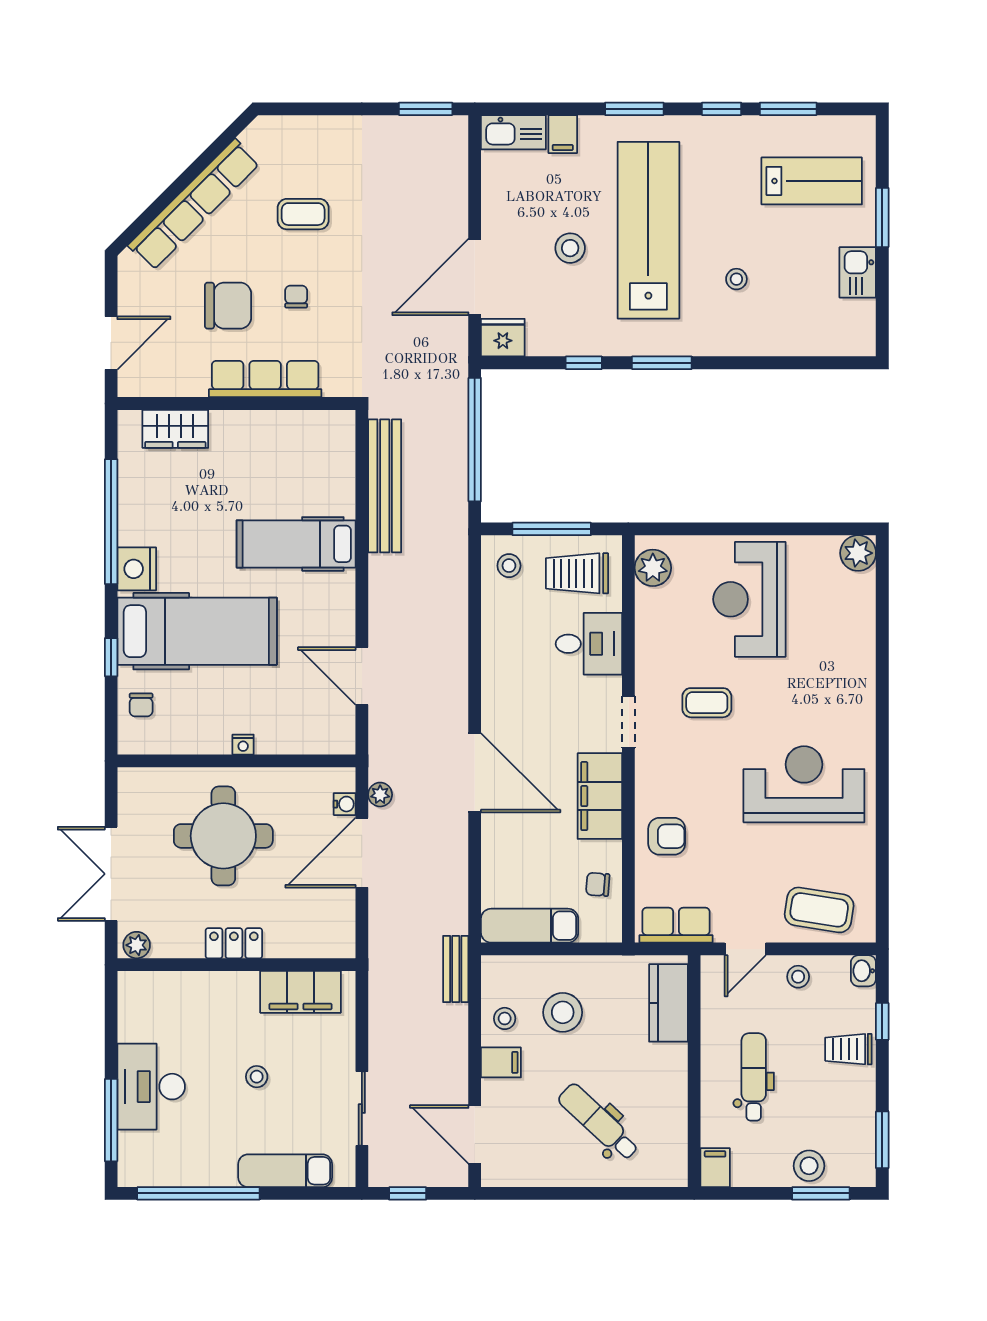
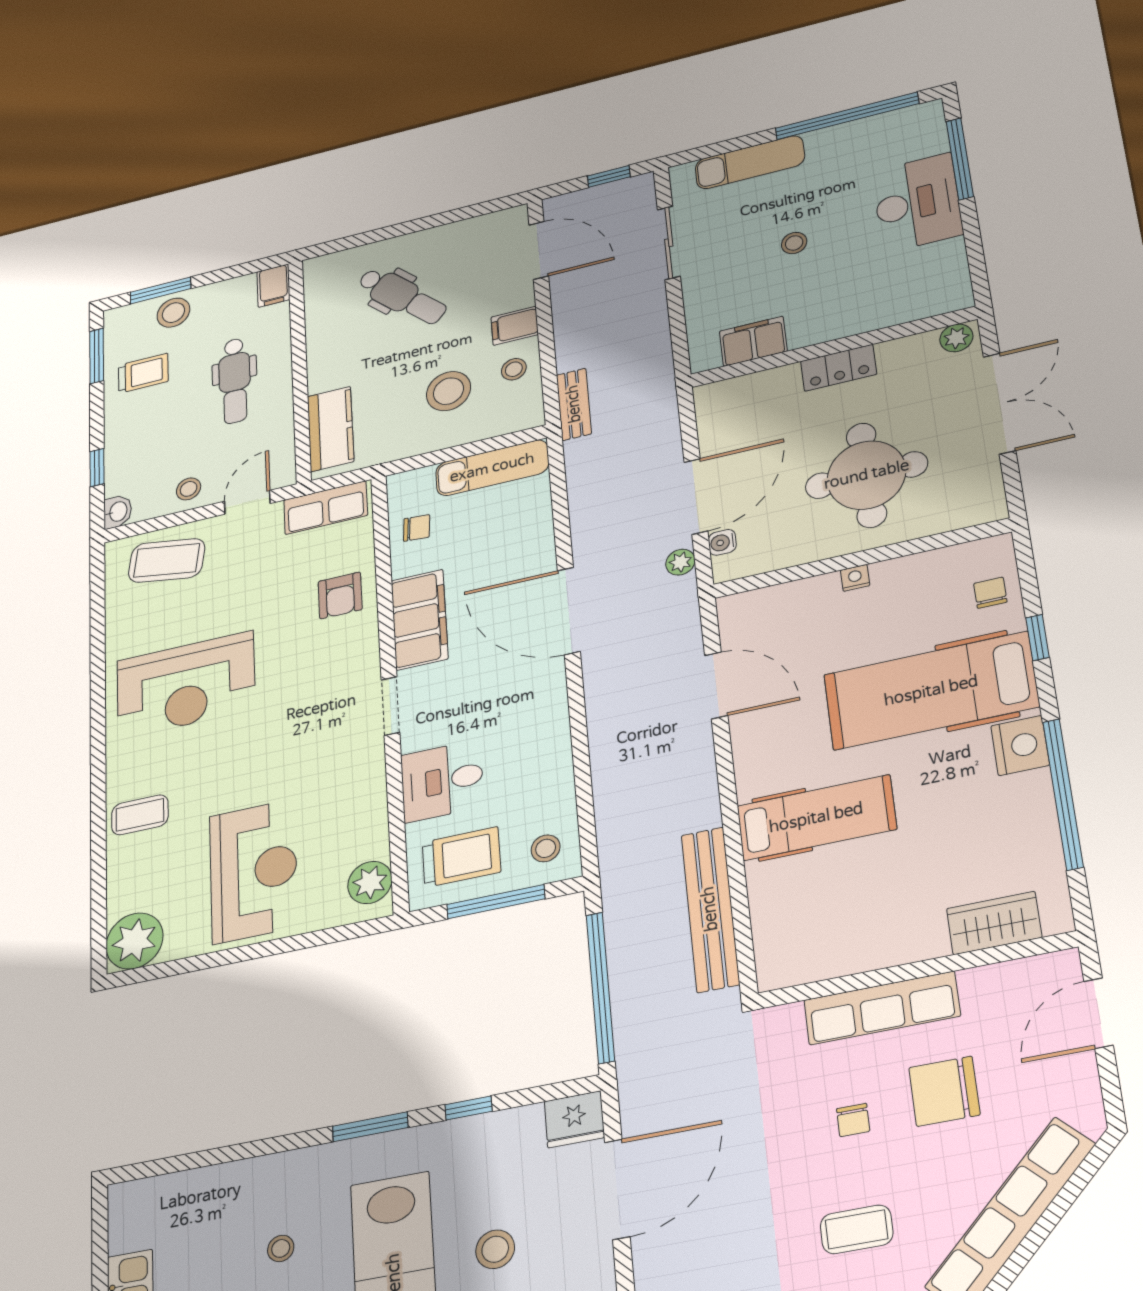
plant: (858, 553) -> (134, 941), width x1.36, depth x1.36
coffee table: (707, 703) -> (140, 815), moved
armchair: (667, 836) -> (340, 595), turned -90
filing cabinet: (300, 992) -> (753, 341), width x0.67, depth x0.86
trolley: (848, 1049) -> (143, 373), moved

